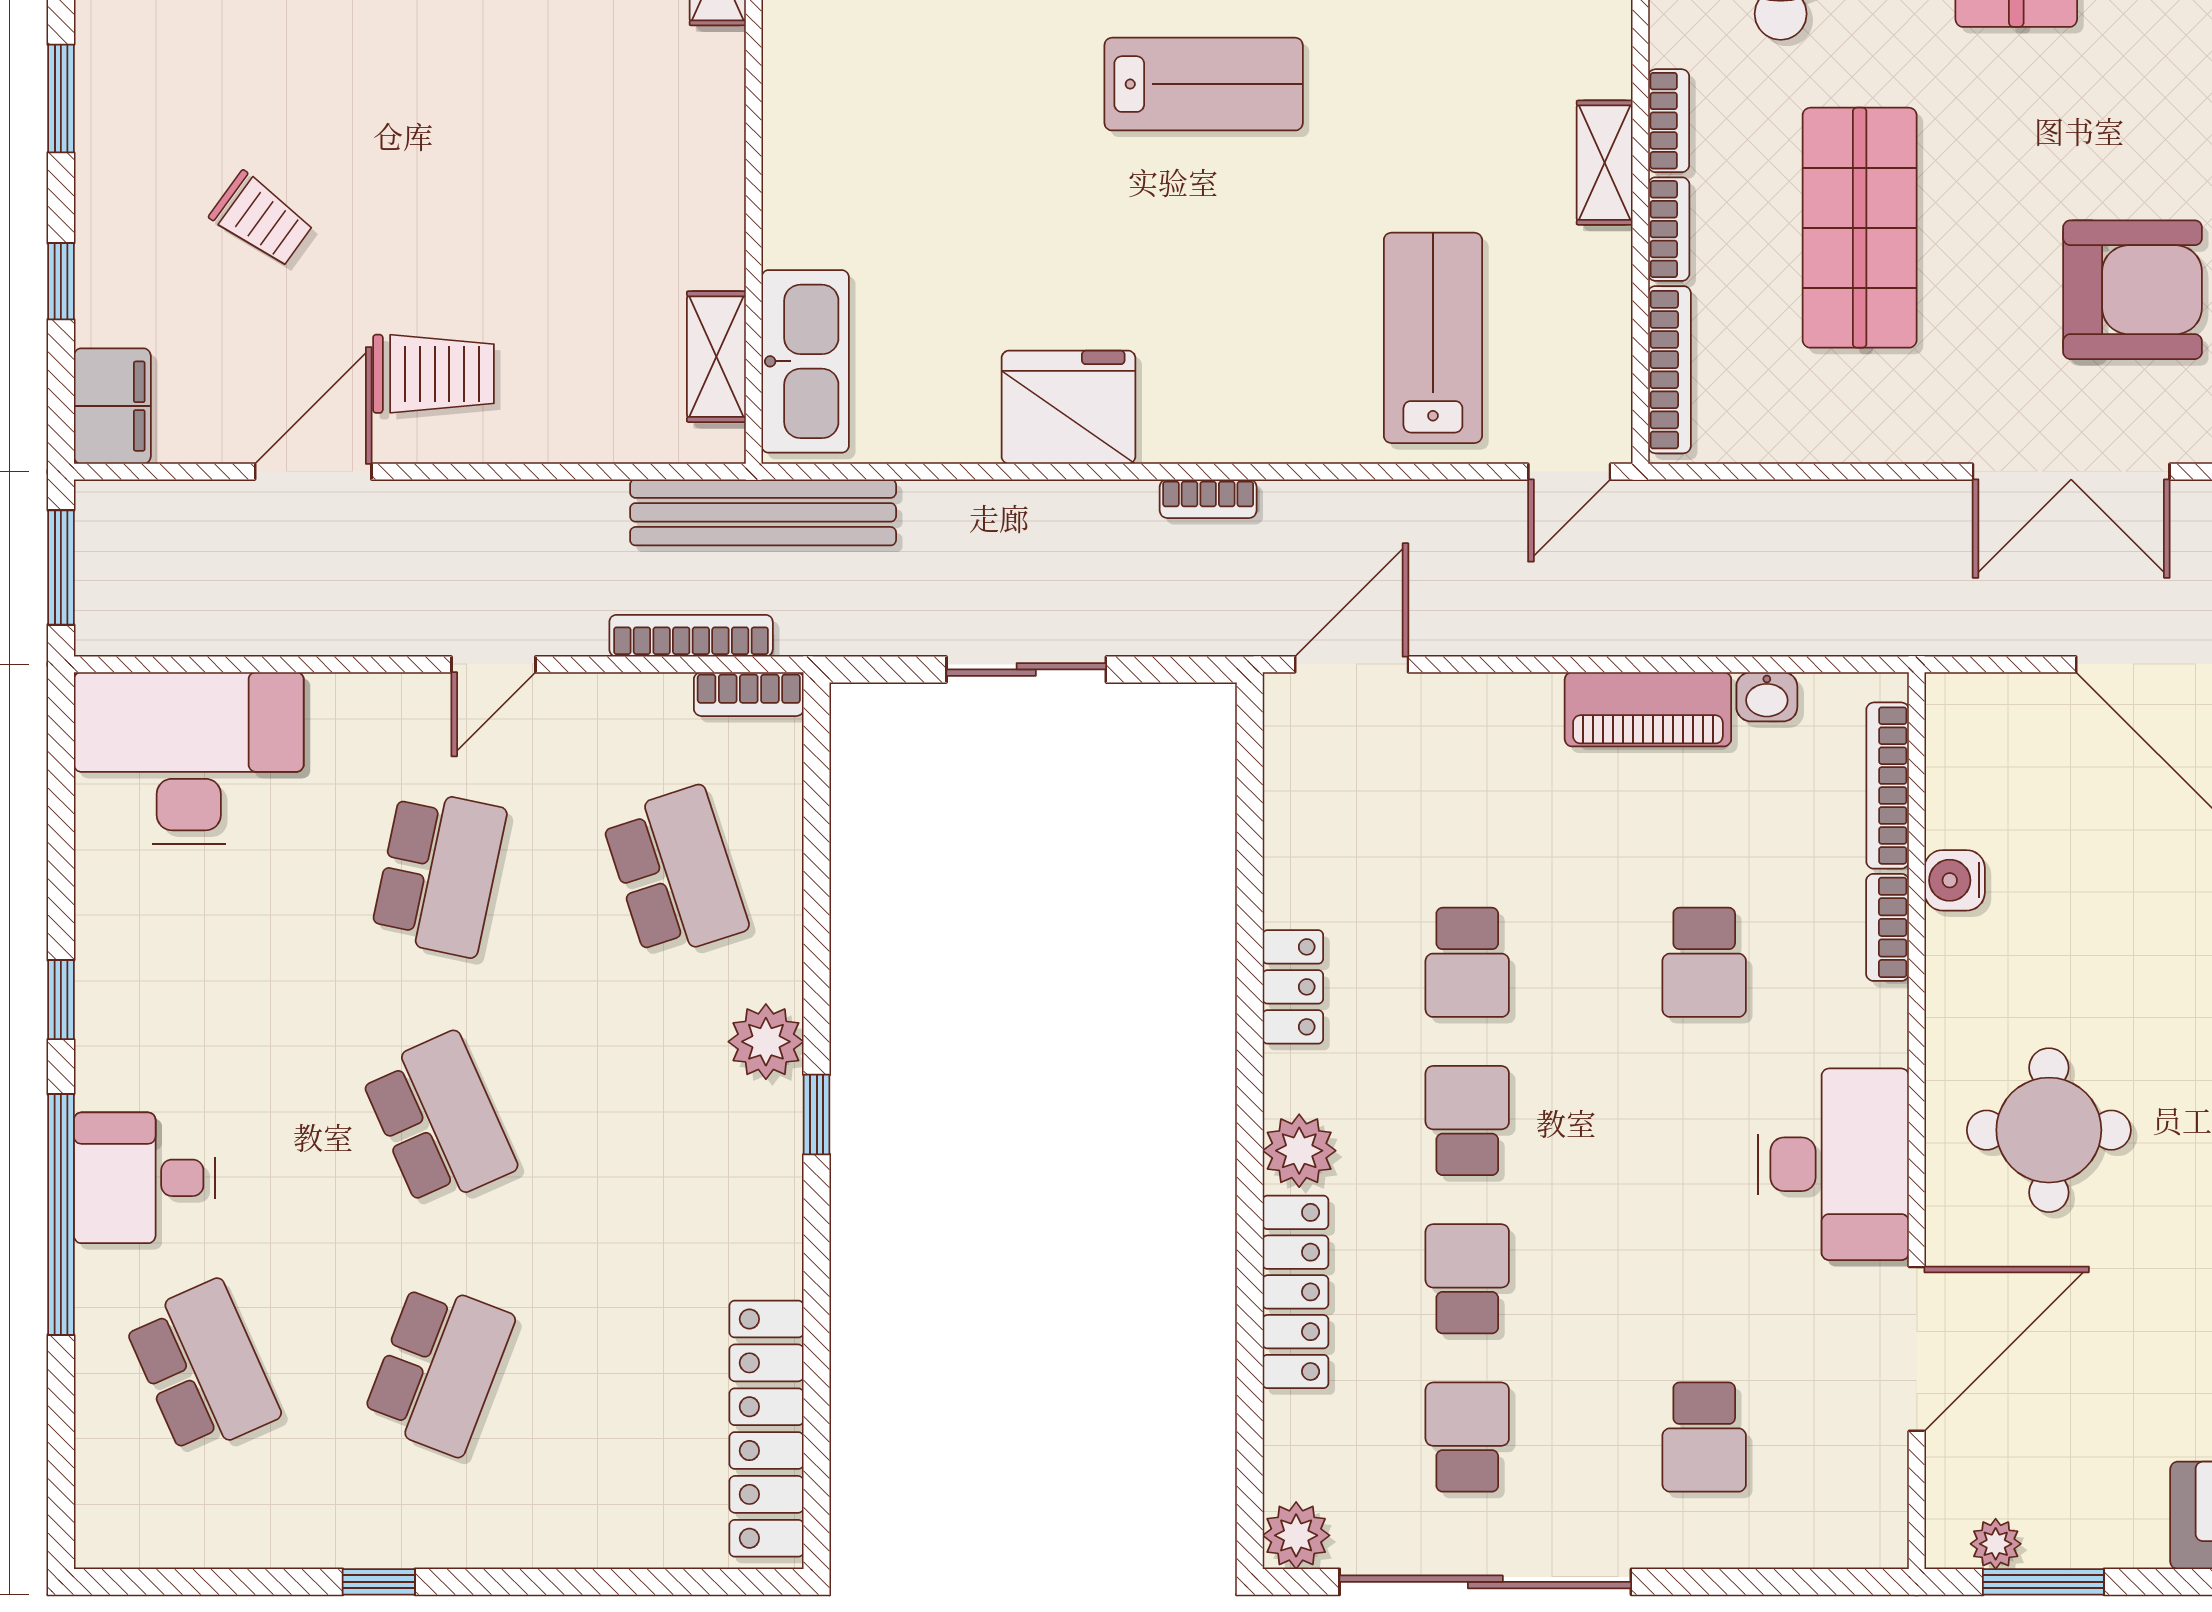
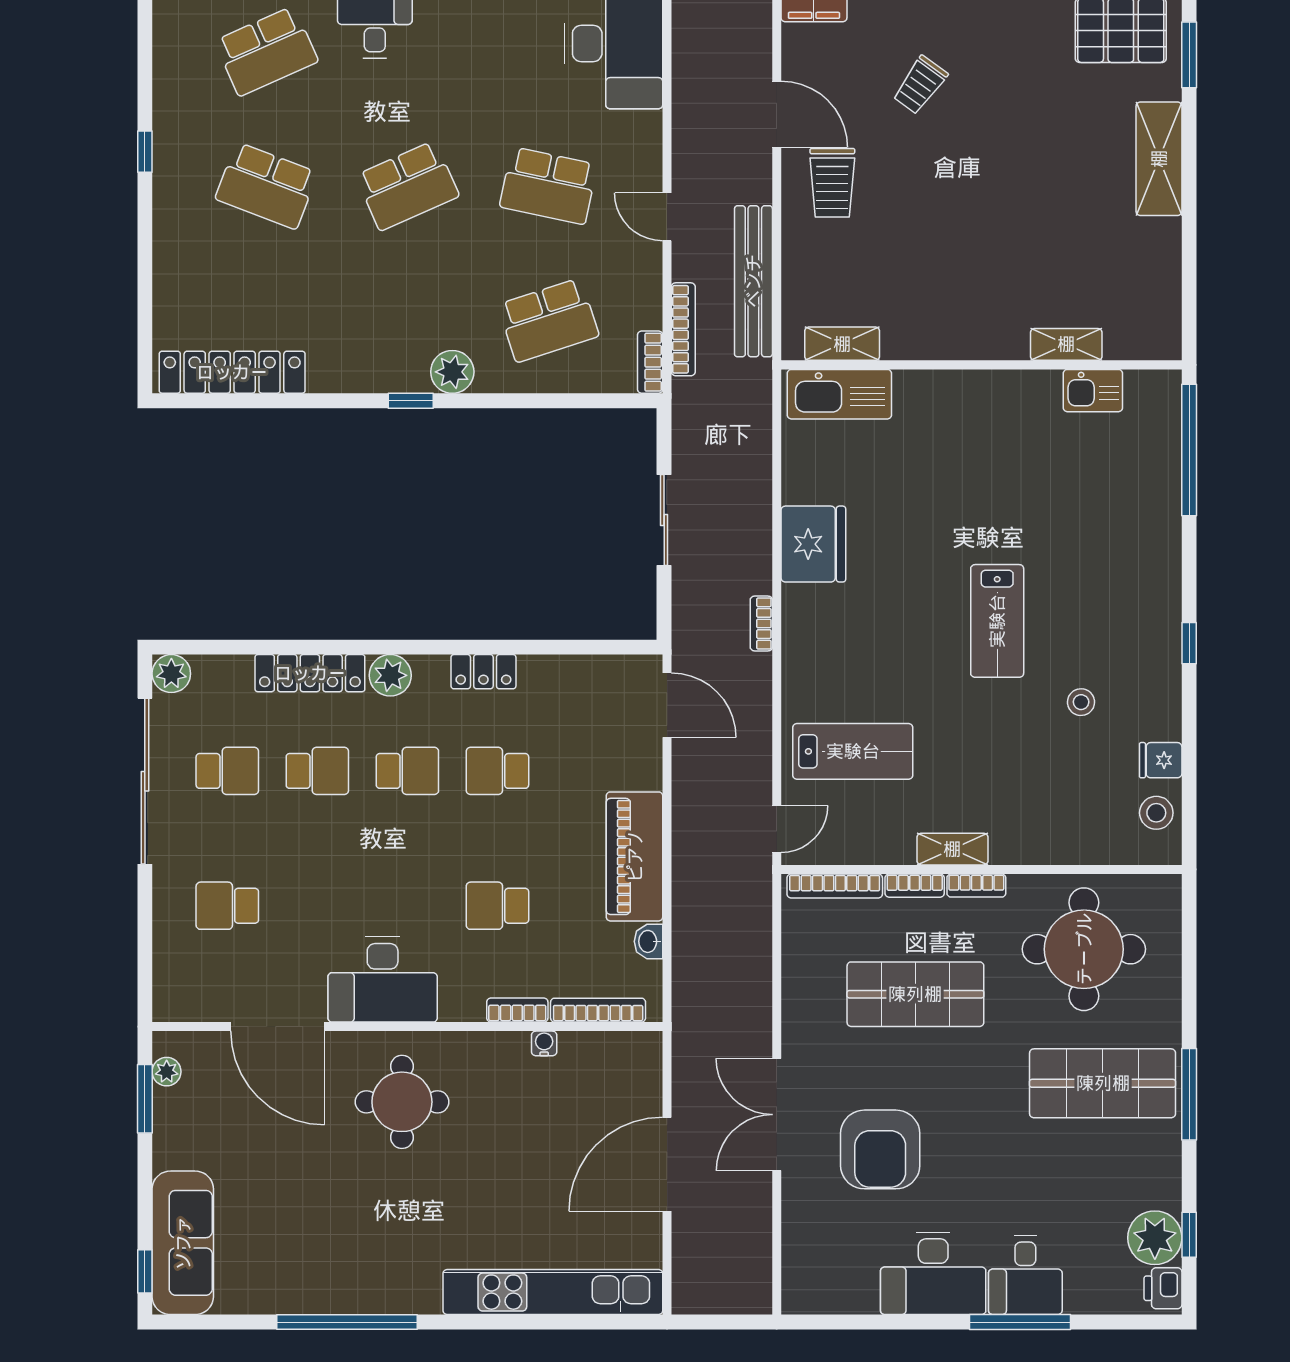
door: (1569, 472) -> (777, 829), swing flipped
bench: (763, 512) -> (753, 281), moved
piano: (1648, 709) -> (635, 856), width x1.37, depth x1.33
water cooler: (1955, 880) -> (544, 1043), width x0.72, depth x0.72

